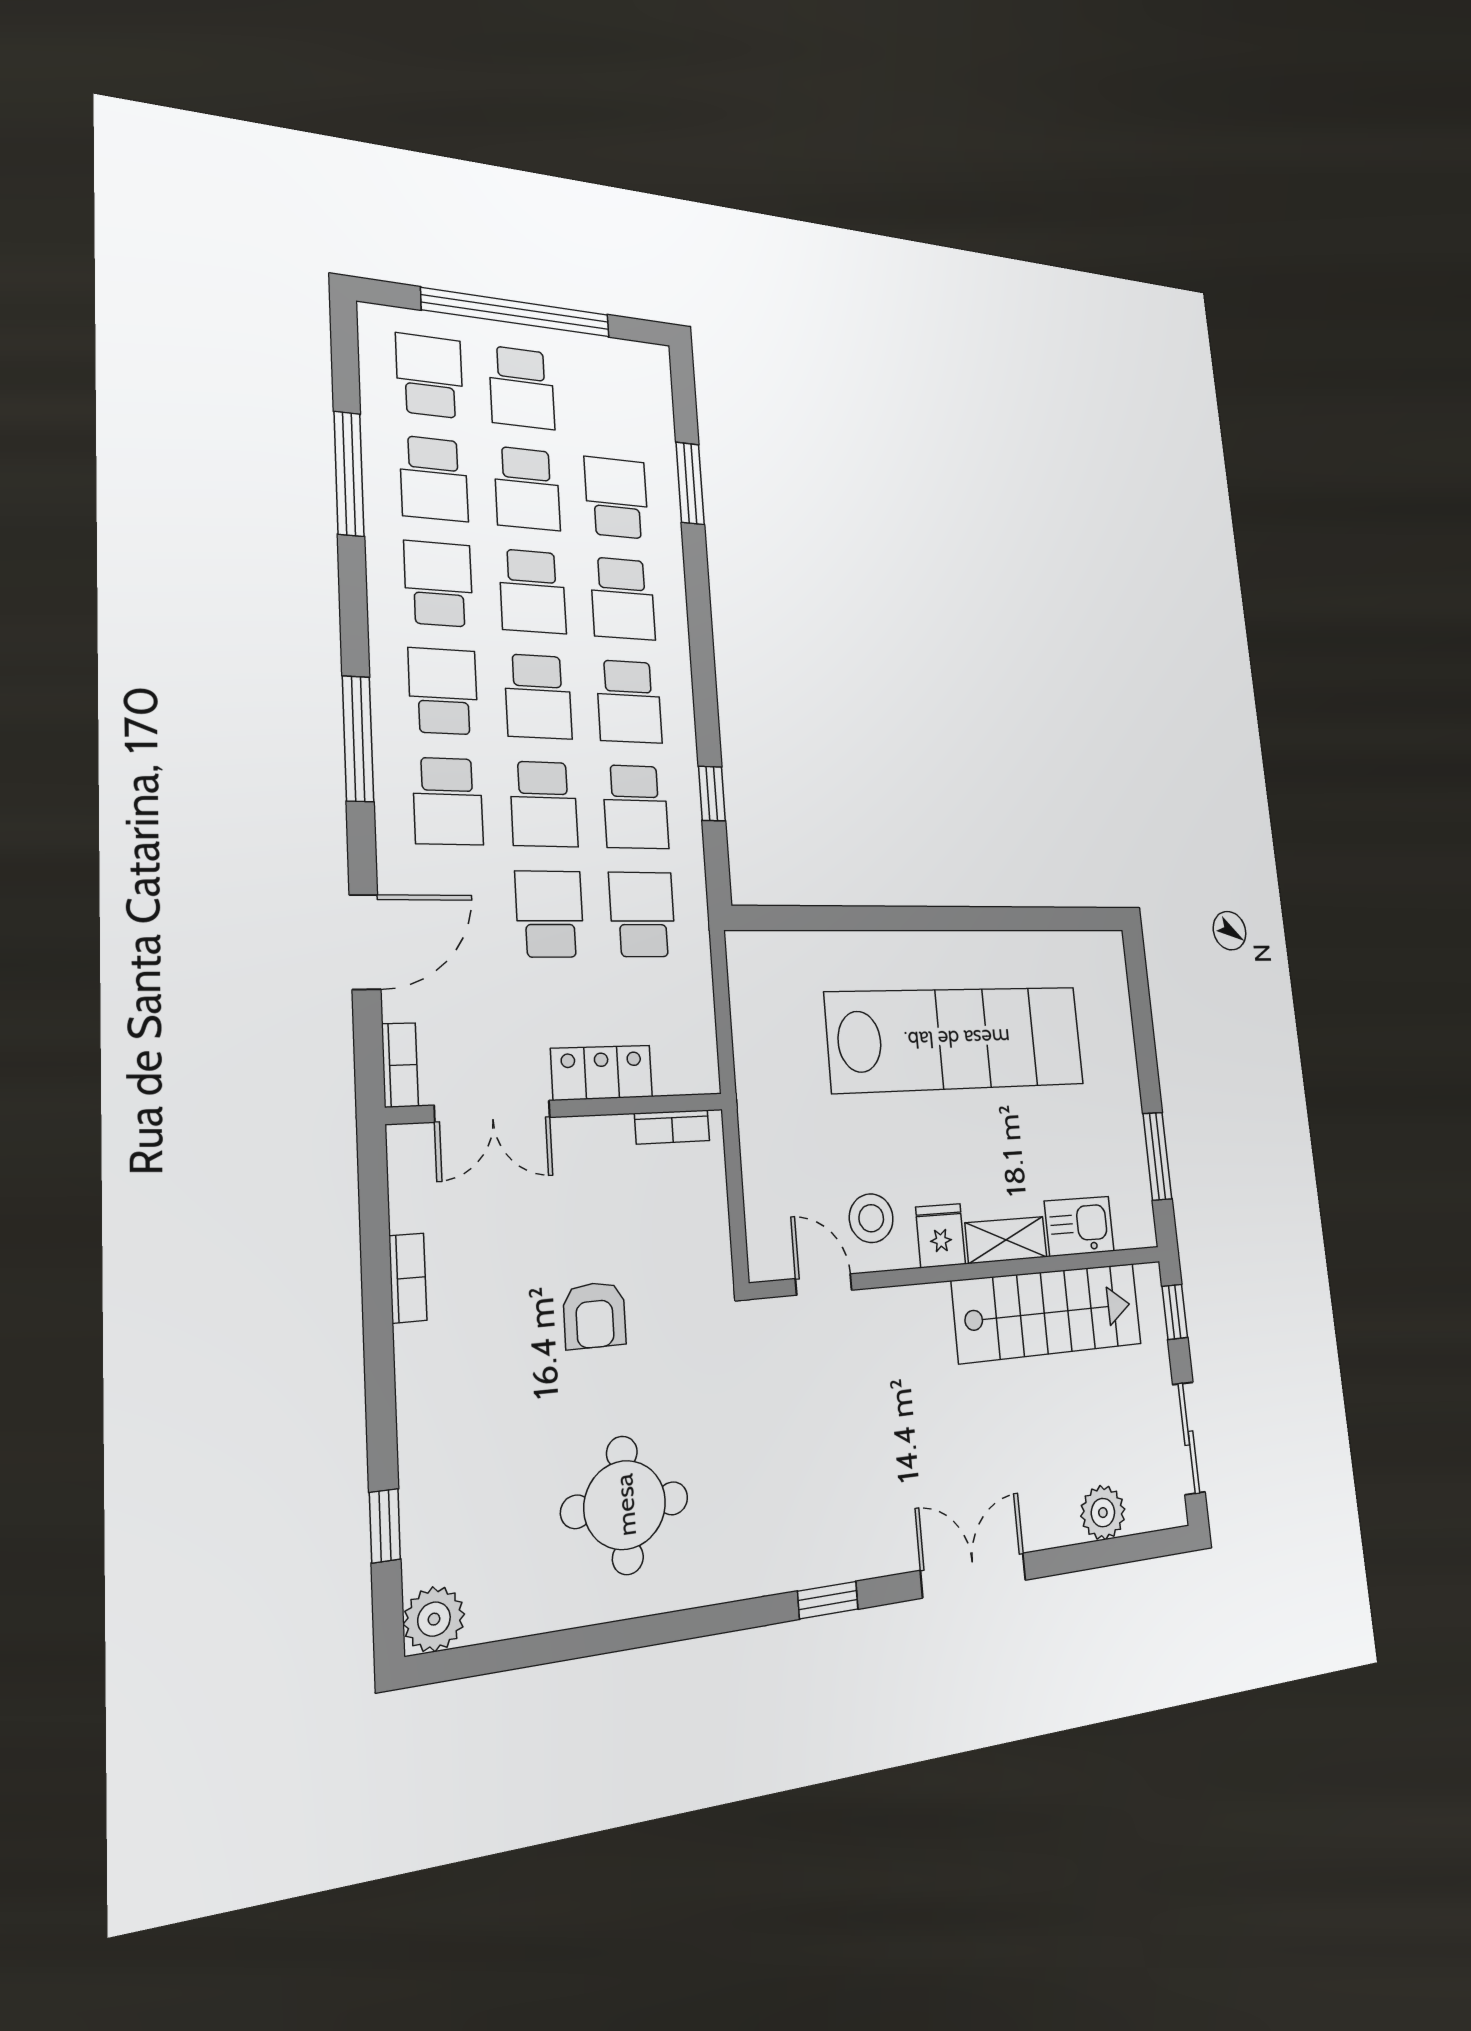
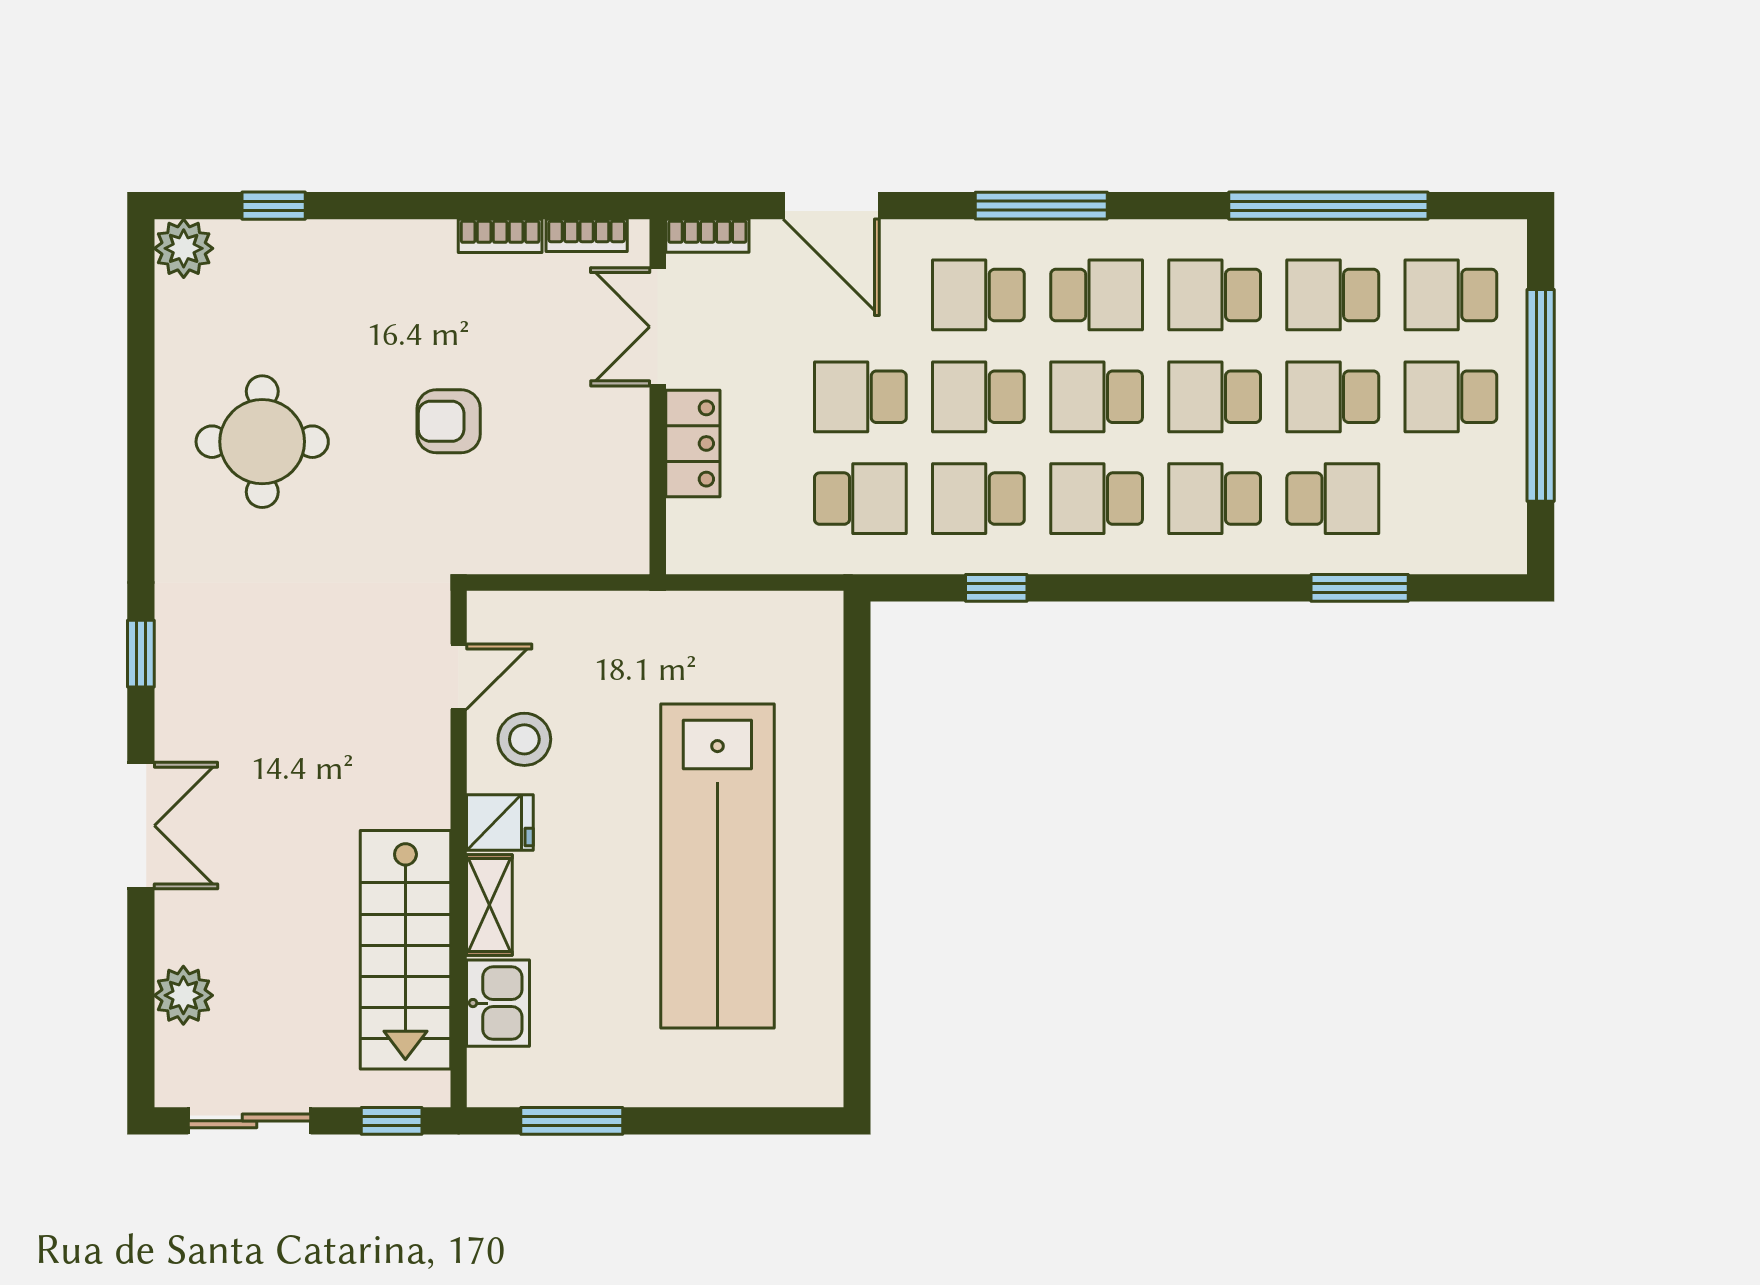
school desk: (430, 376) -> (1451, 295), turned 180
window: (349, 474) -> (1328, 206), width x1.46
school desk: (438, 584) -> (1215, 295), turned 180
school desk: (550, 914) -> (860, 397), turned 180
bookcase: (672, 1127) -> (587, 235), moved, turned -90

